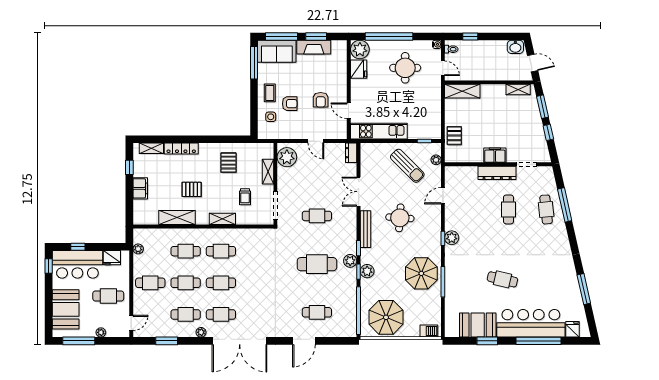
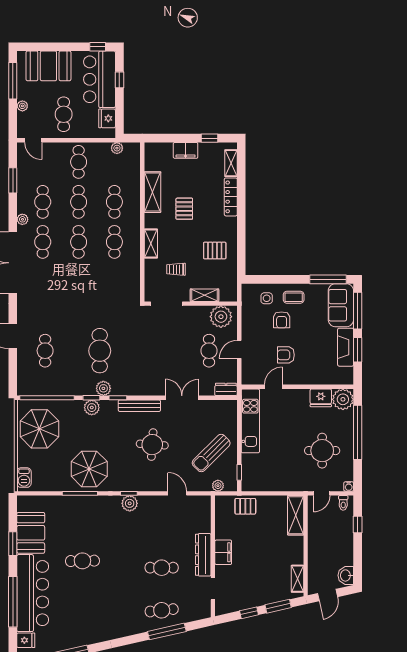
cafe table: (317, 216) -> (209, 351), moved
cafe table: (502, 279) -> (82, 561), turned 76

